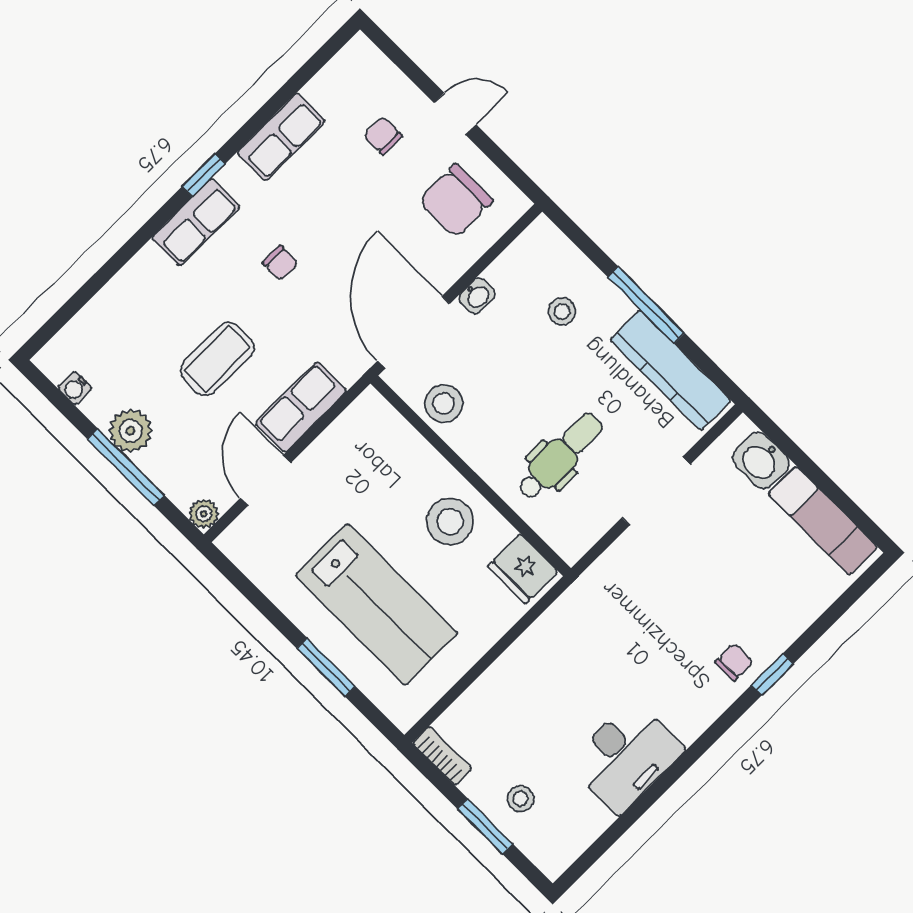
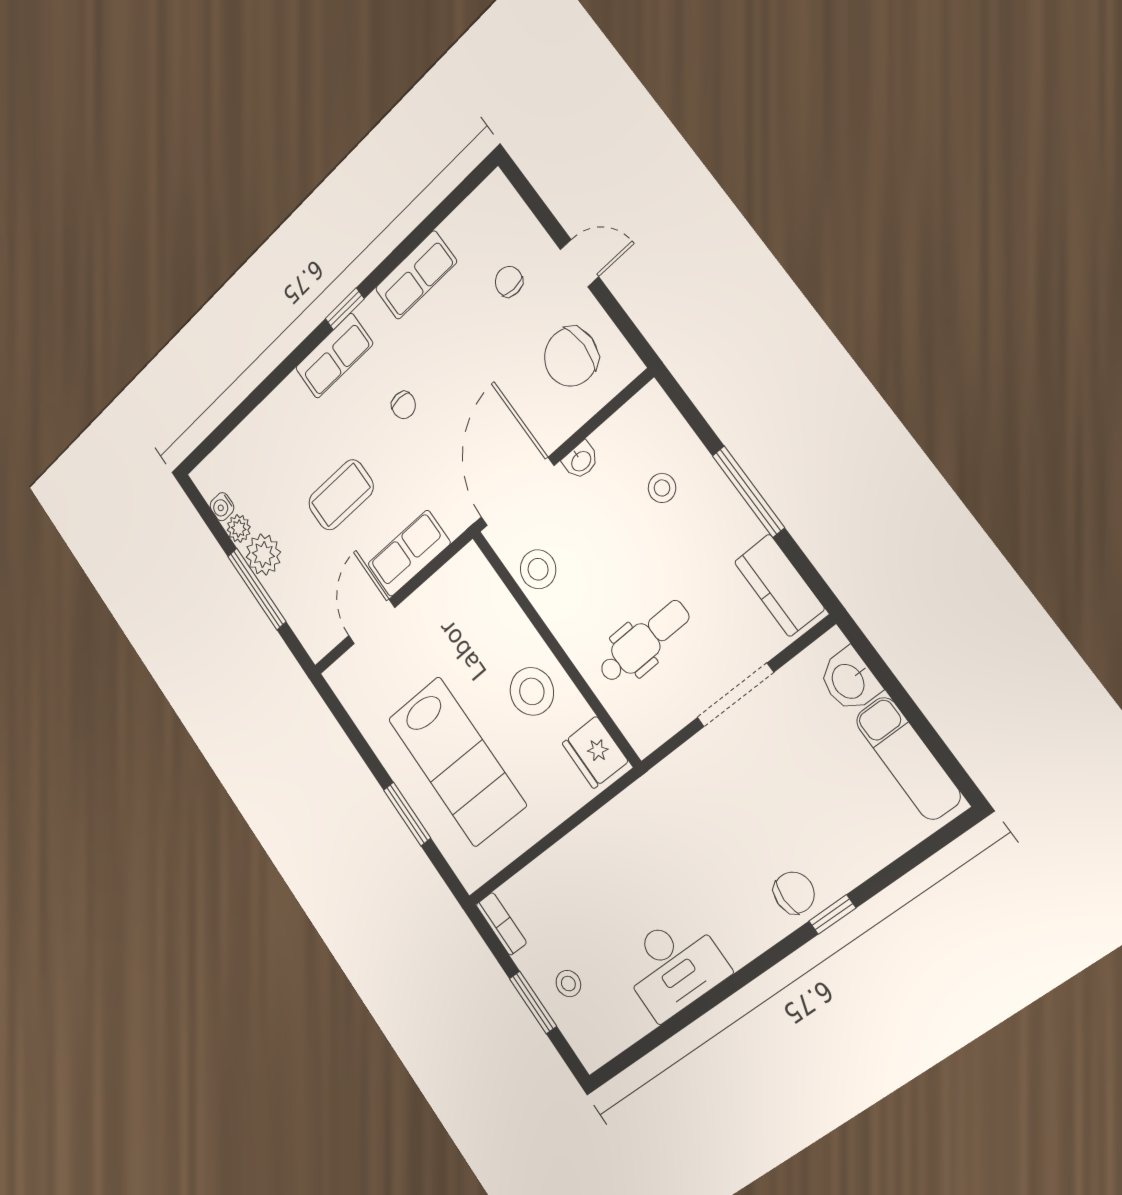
kitchen counter: (670, 370) -> (779, 585), width x0.67
plant: (204, 514) -> (239, 528), moved
chair: (734, 662) -> (794, 893), width x1.37, depth x1.37

